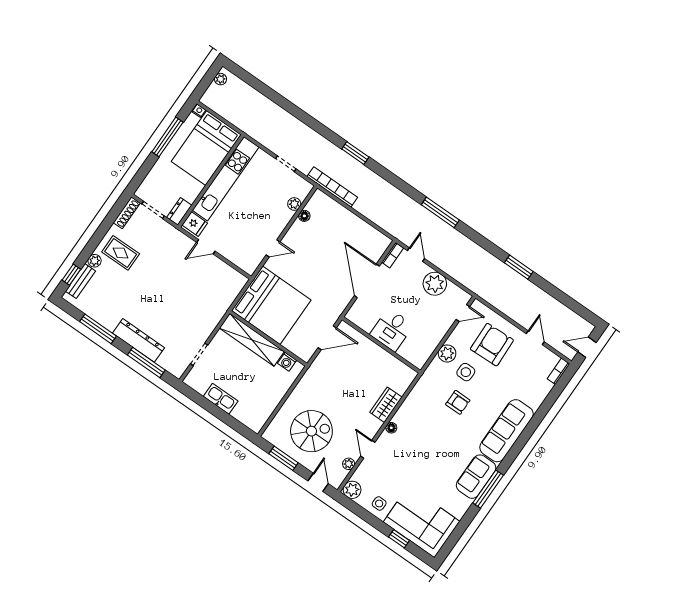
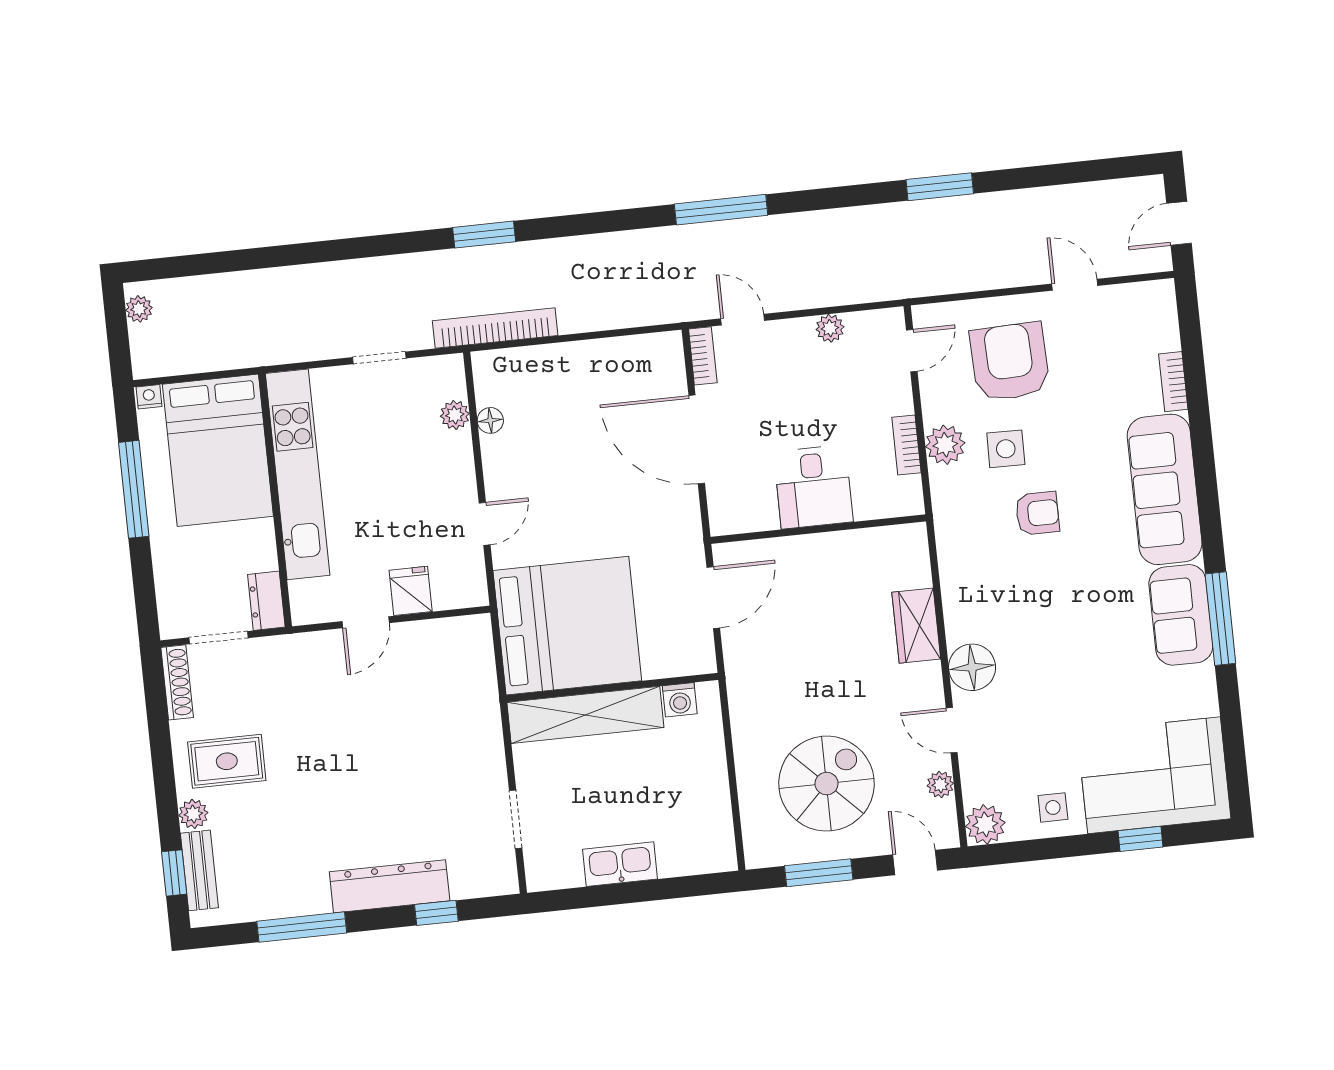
fridge: (195, 224) -> (411, 591), moved, turned -90
plant: (435, 284) -> (830, 328), width x0.53, depth x0.53
bookcase: (434, 343) -> (906, 445), added
window: (146, 362) -> (436, 913), width x0.46
bookcase: (558, 371) -> (1173, 382), moved
floor lamp: (391, 428) -> (972, 667), width x1.89, depth x1.89

